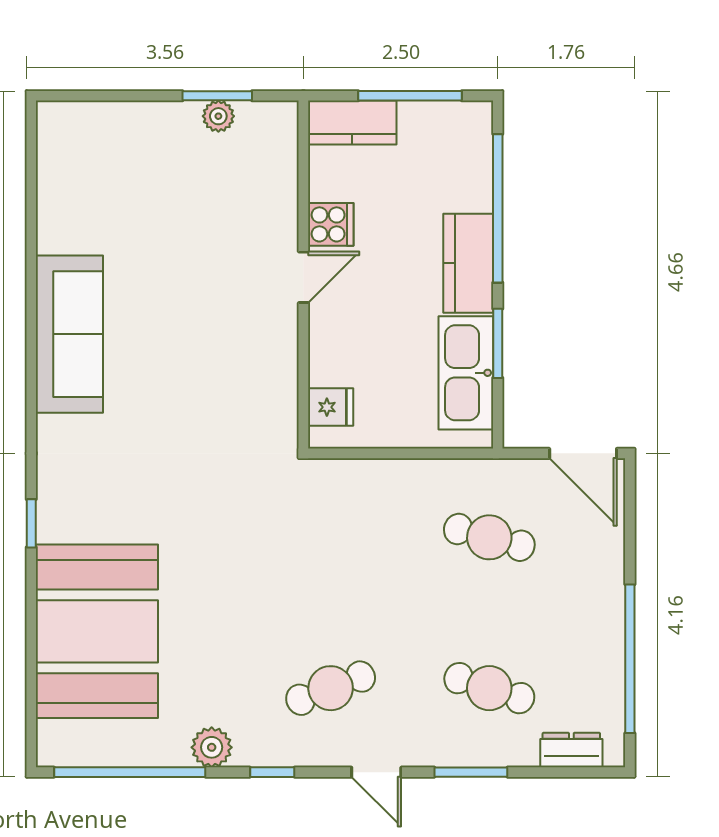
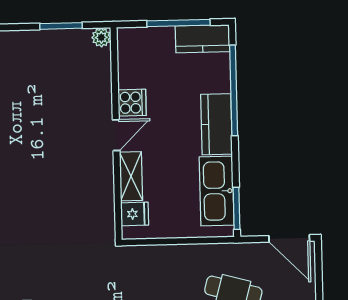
plant: (218, 116) -> (101, 37), moved
kitchen counter: (352, 123) -> (202, 39), moved
window: (498, 343) -> (236, 208), moved
shelving: (326, 345) -> (131, 176), added

